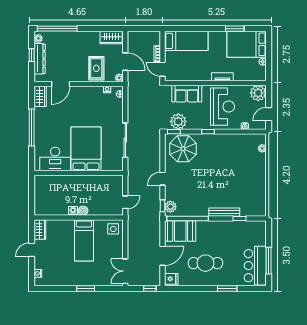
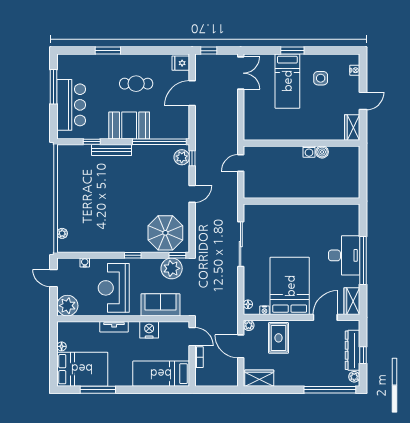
window: (235, 29) -> (98, 390), width x1.44
nightstand: (195, 74) -> (149, 330), added
door: (269, 114) -> (54, 278), swing flipped
bed: (86, 149) -> (290, 286), moved, turned 180
desk: (55, 159) -> (344, 255), moved, turned 90
boiler: (83, 211) -> (322, 152), moved
side table: (113, 229) -> (321, 78), moved
booth: (180, 231) -> (129, 125), moved
bed: (84, 240) -> (287, 81), moved, turned 180
cafe table: (205, 263) -> (136, 84), width x0.73, depth x0.74
bar counter: (255, 266) -> (71, 105), moved

